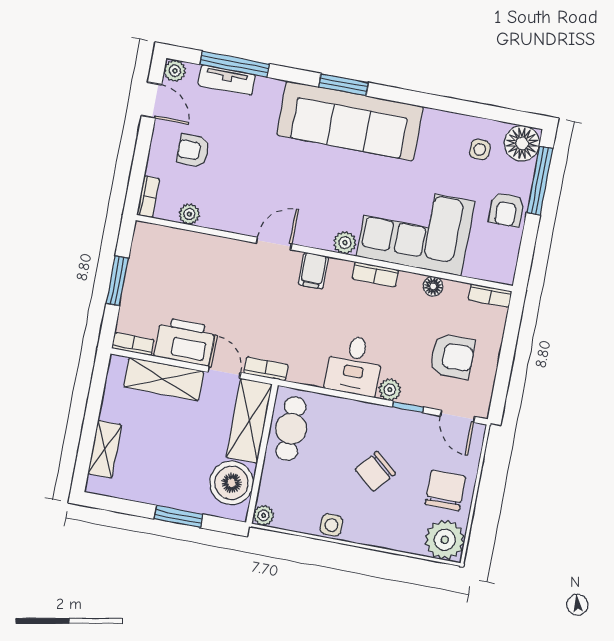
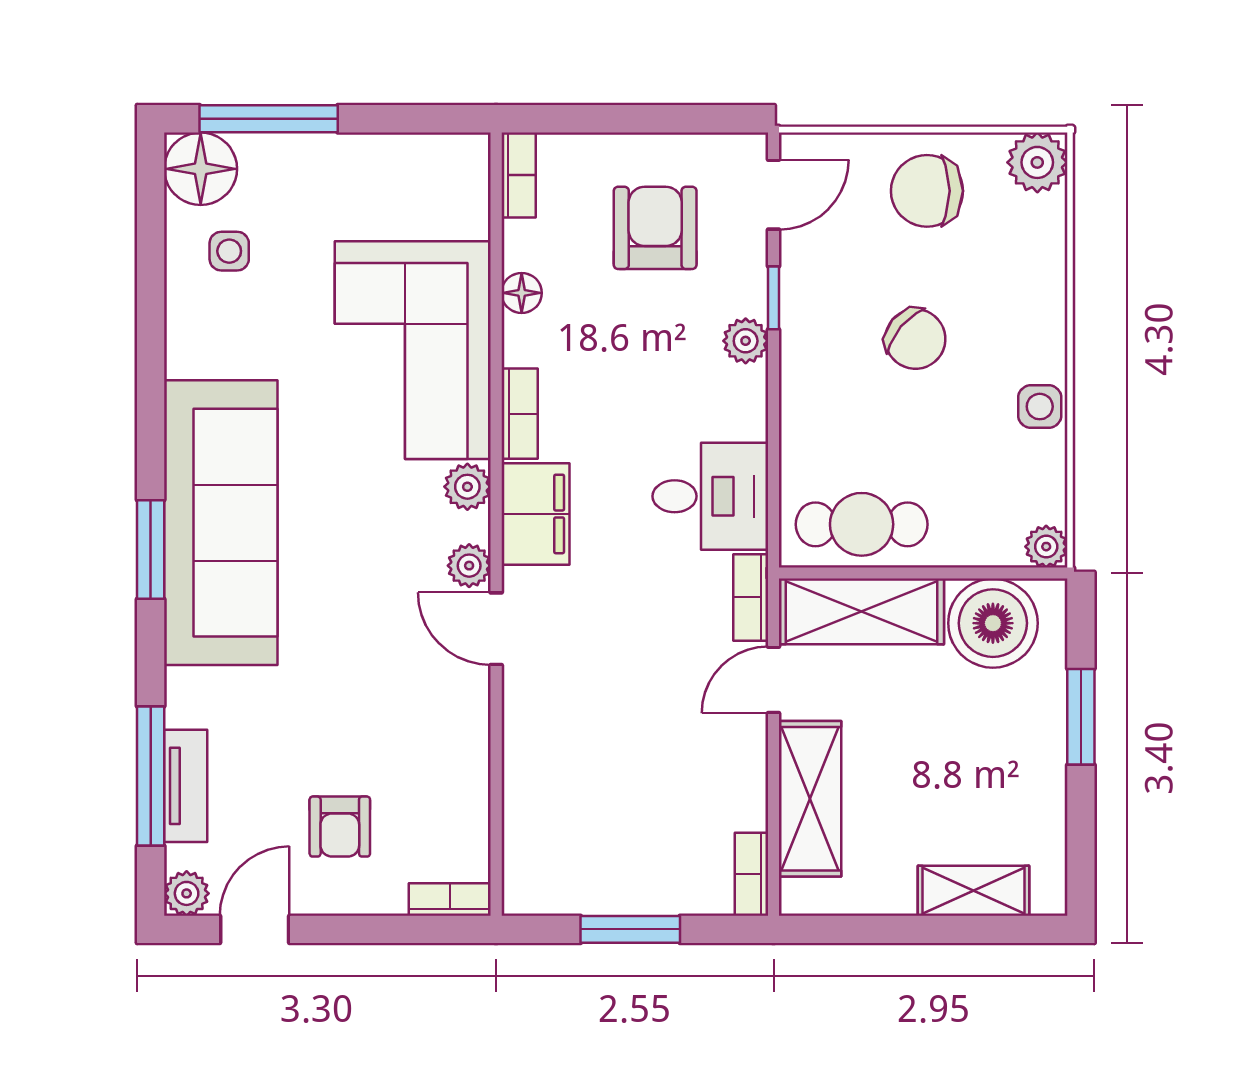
armchair: (506, 210) -> (340, 175), removed
plant: (189, 214) -> (469, 566), moved
filing cabinet: (313, 271) -> (535, 514), width x2.00
printer: (185, 342) -> (727, 771), removed
desk: (354, 365) -> (710, 496), moved
plant: (445, 540) -> (1037, 162), width x0.73, depth x0.73

